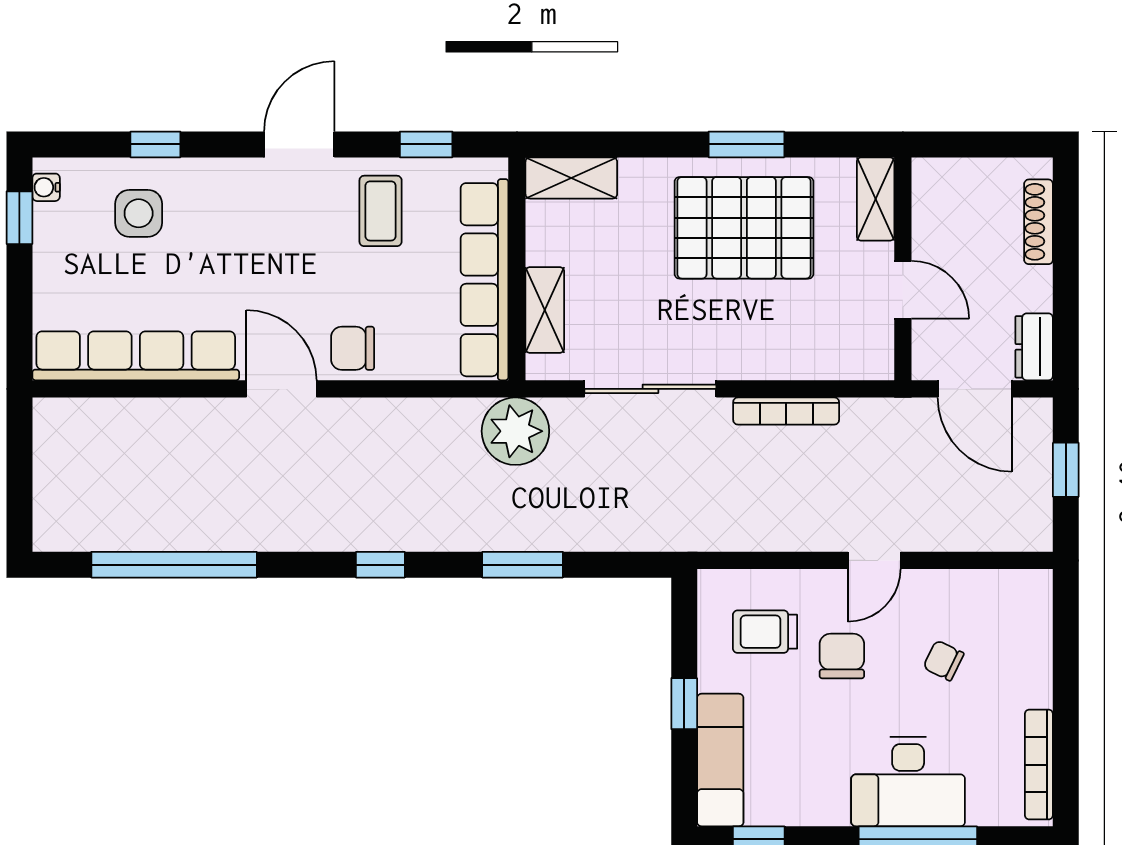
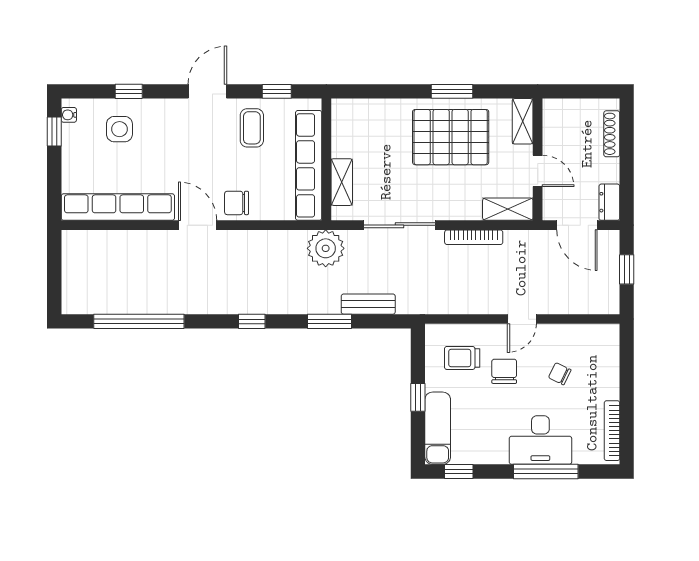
shelving: (571, 178) -> (508, 209), moved
bench: (593, 533) -> (368, 304), added

